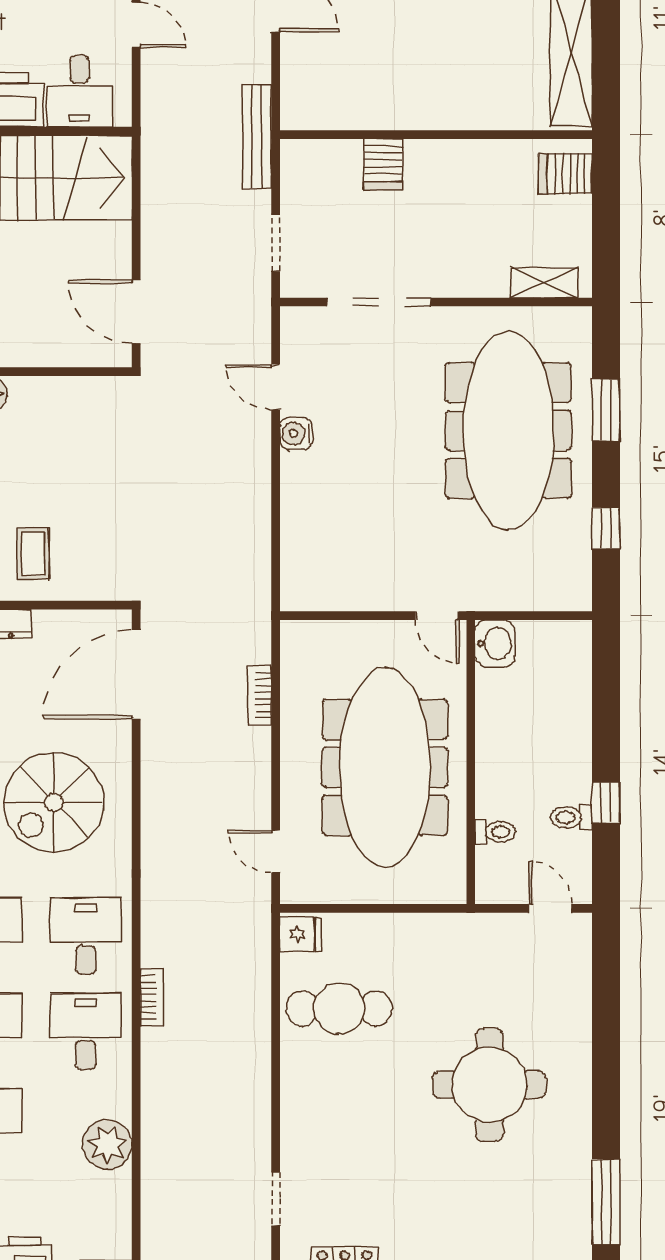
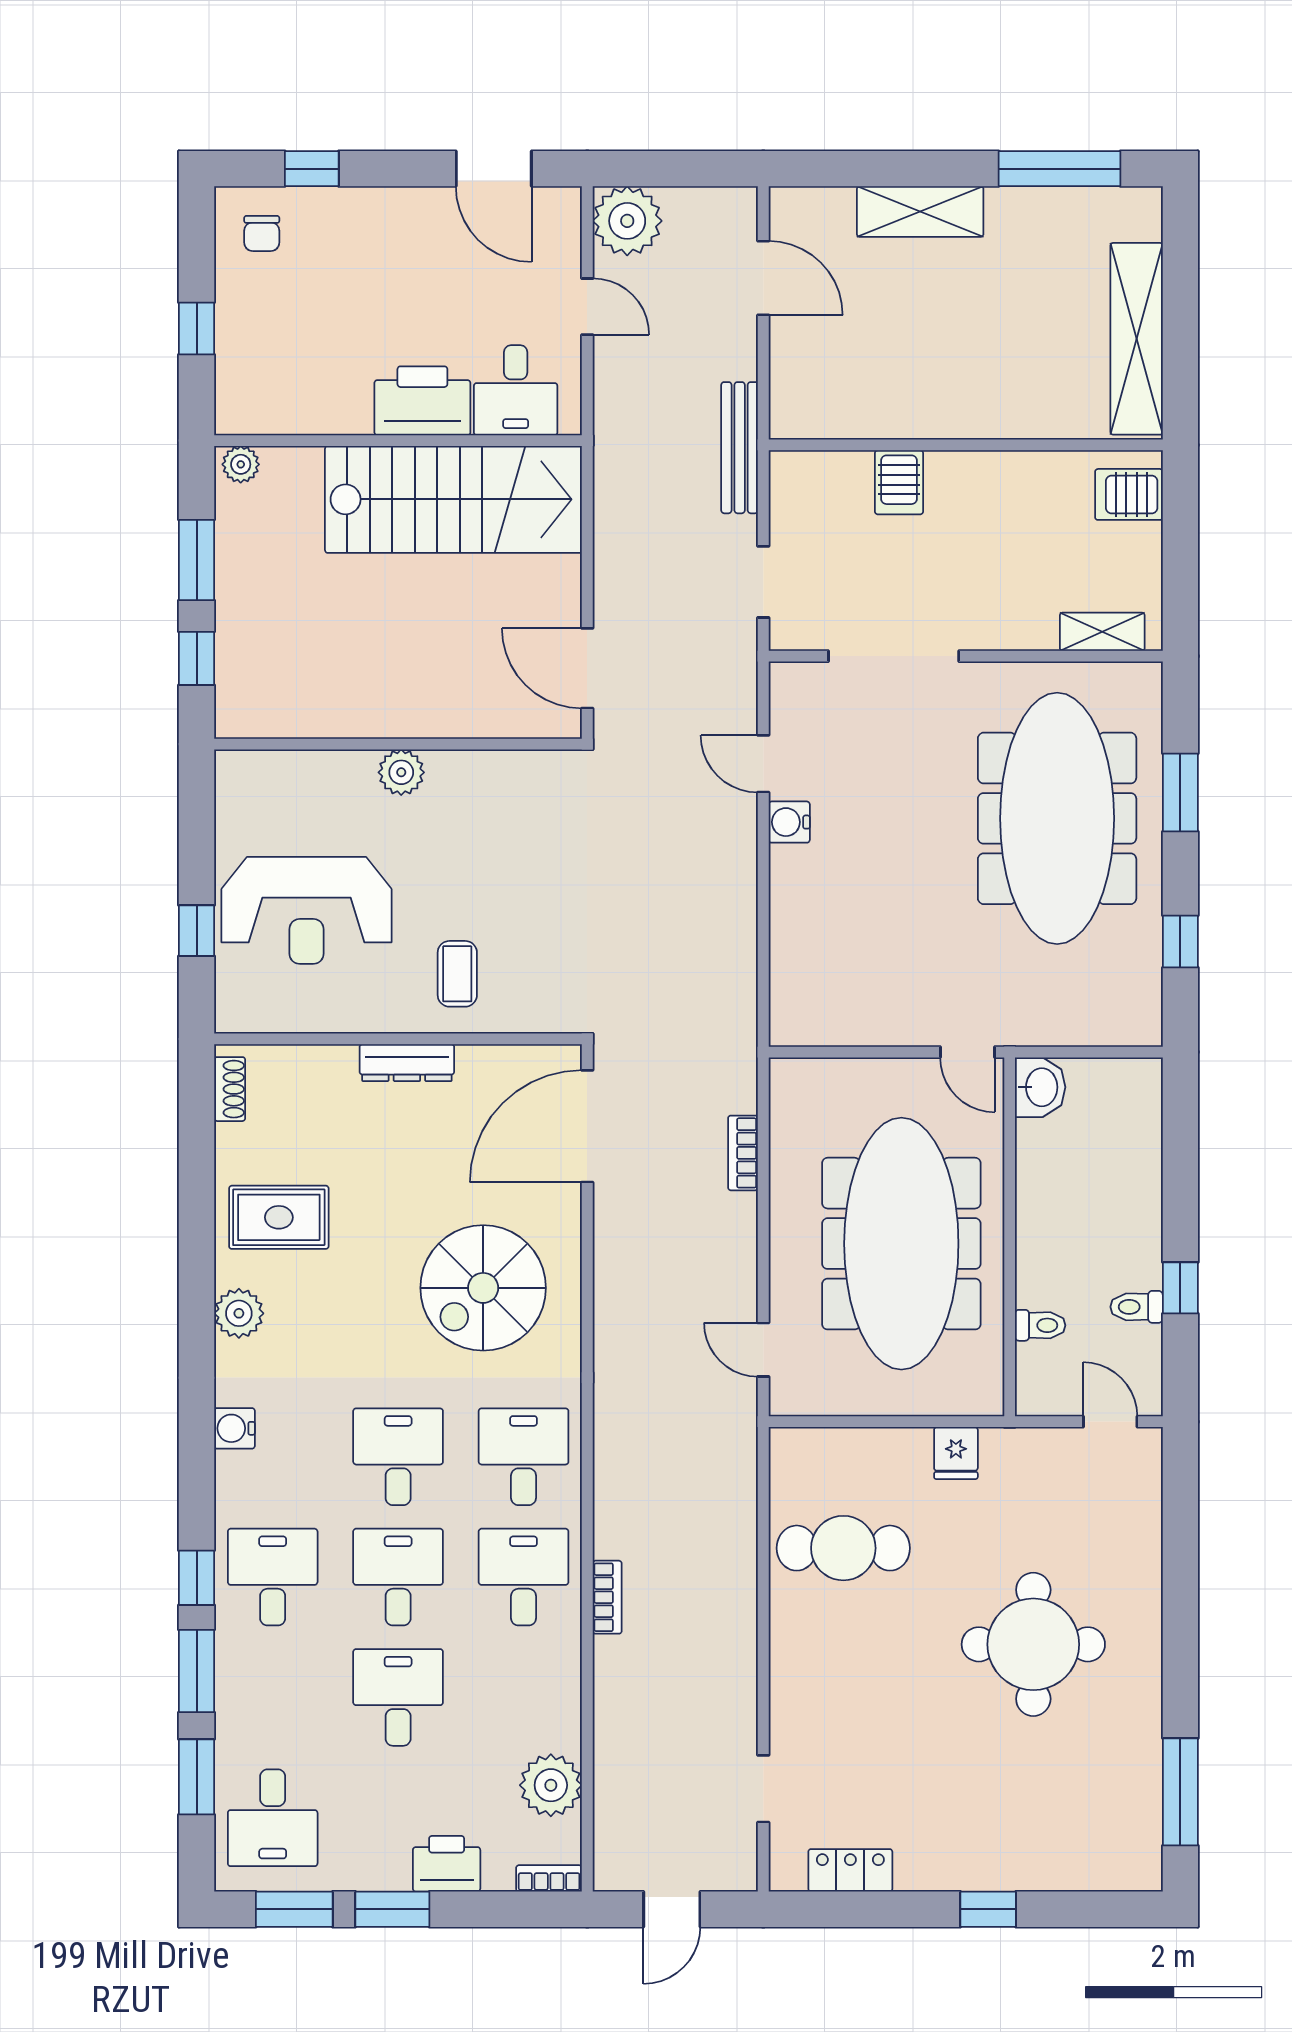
fridge: (300, 934) -> (956, 1453), moved, turned 90
bookcase: (152, 997) -> (607, 1597), moved
plant: (107, 1145) -> (551, 1785), moved

